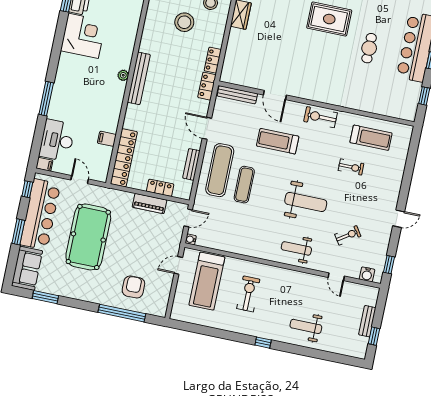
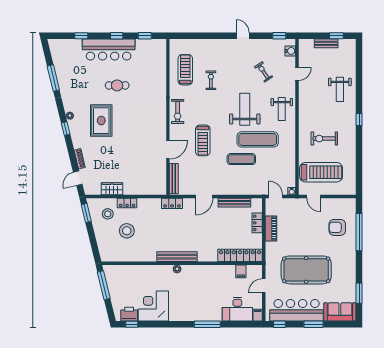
locker: (213, 60) -> (127, 203), moved
filing cabinet: (107, 139) -> (241, 271), moved
bench: (191, 164) -> (234, 203), width x1.36
exercise mat: (220, 170) -> (258, 139), moved

